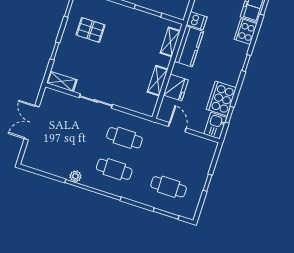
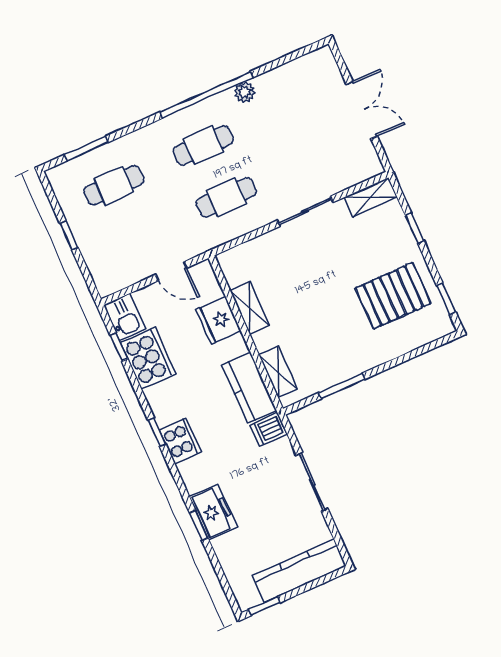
pallet: (91, 30) -> (393, 296), width x1.50, depth x1.42
cooker: (246, 32) -> (180, 441), moved

